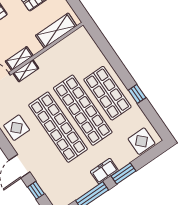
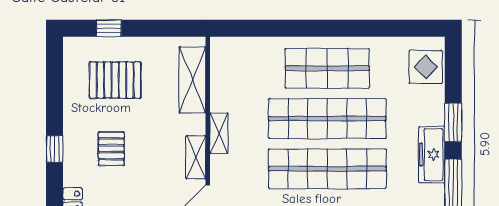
shelving: (26, 71) -> (219, 133), moved
window: (137, 94) -> (356, 28), removed
freezer: (104, 171) -> (432, 155), width x1.40

